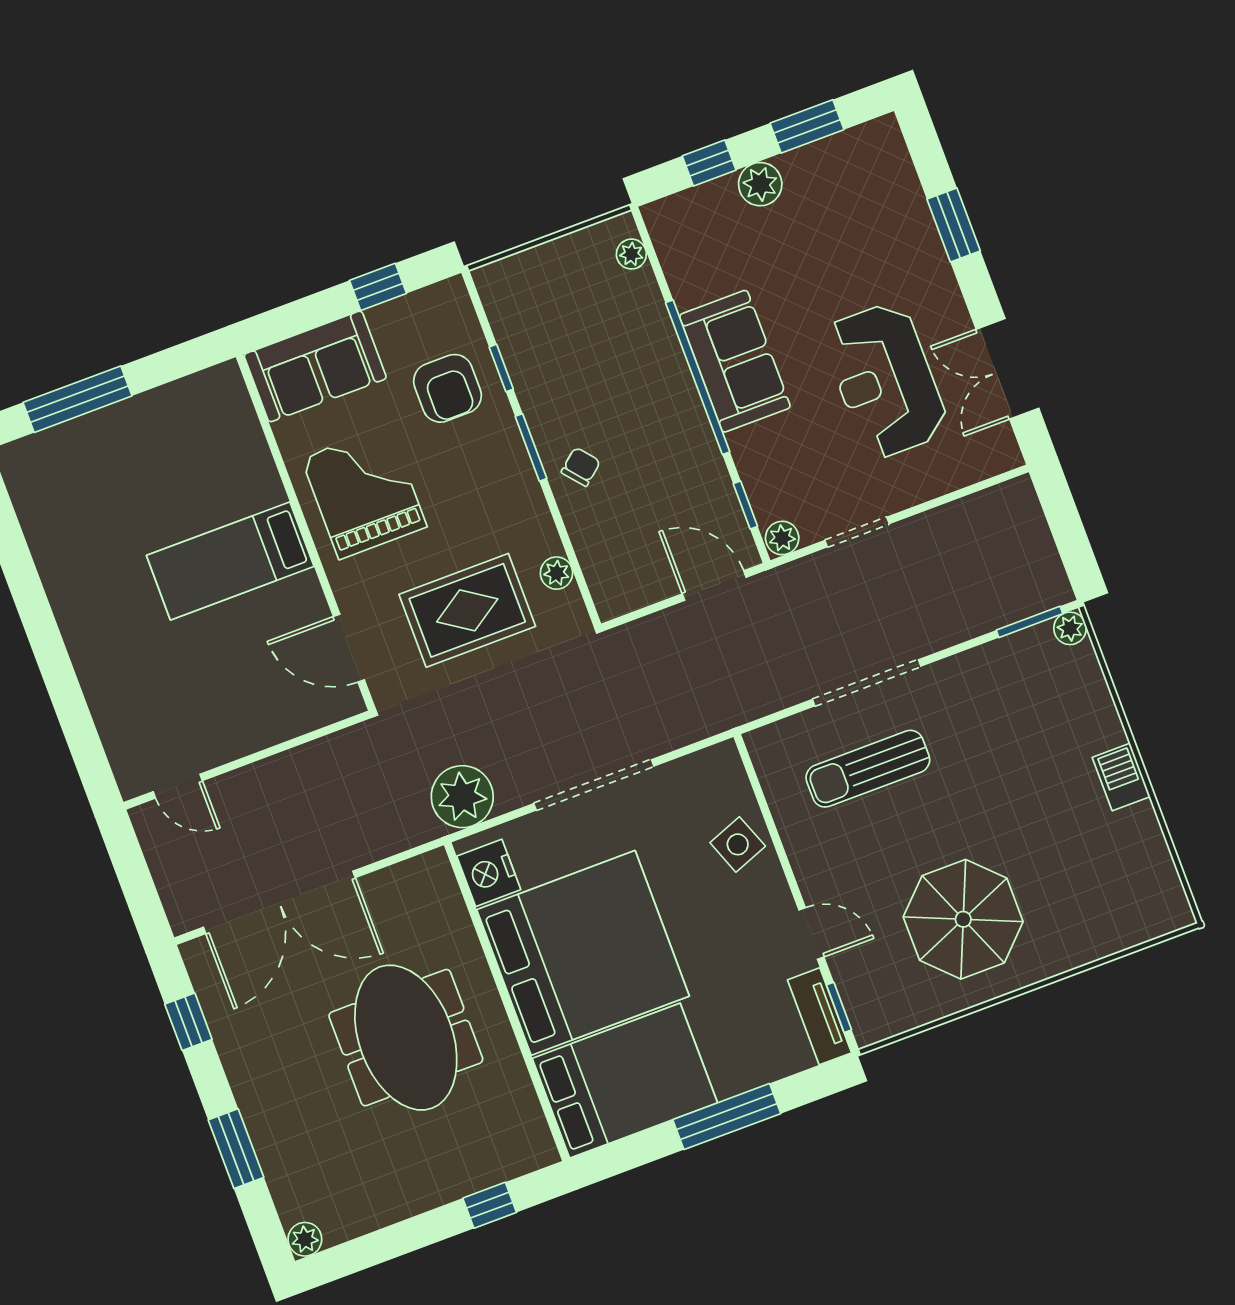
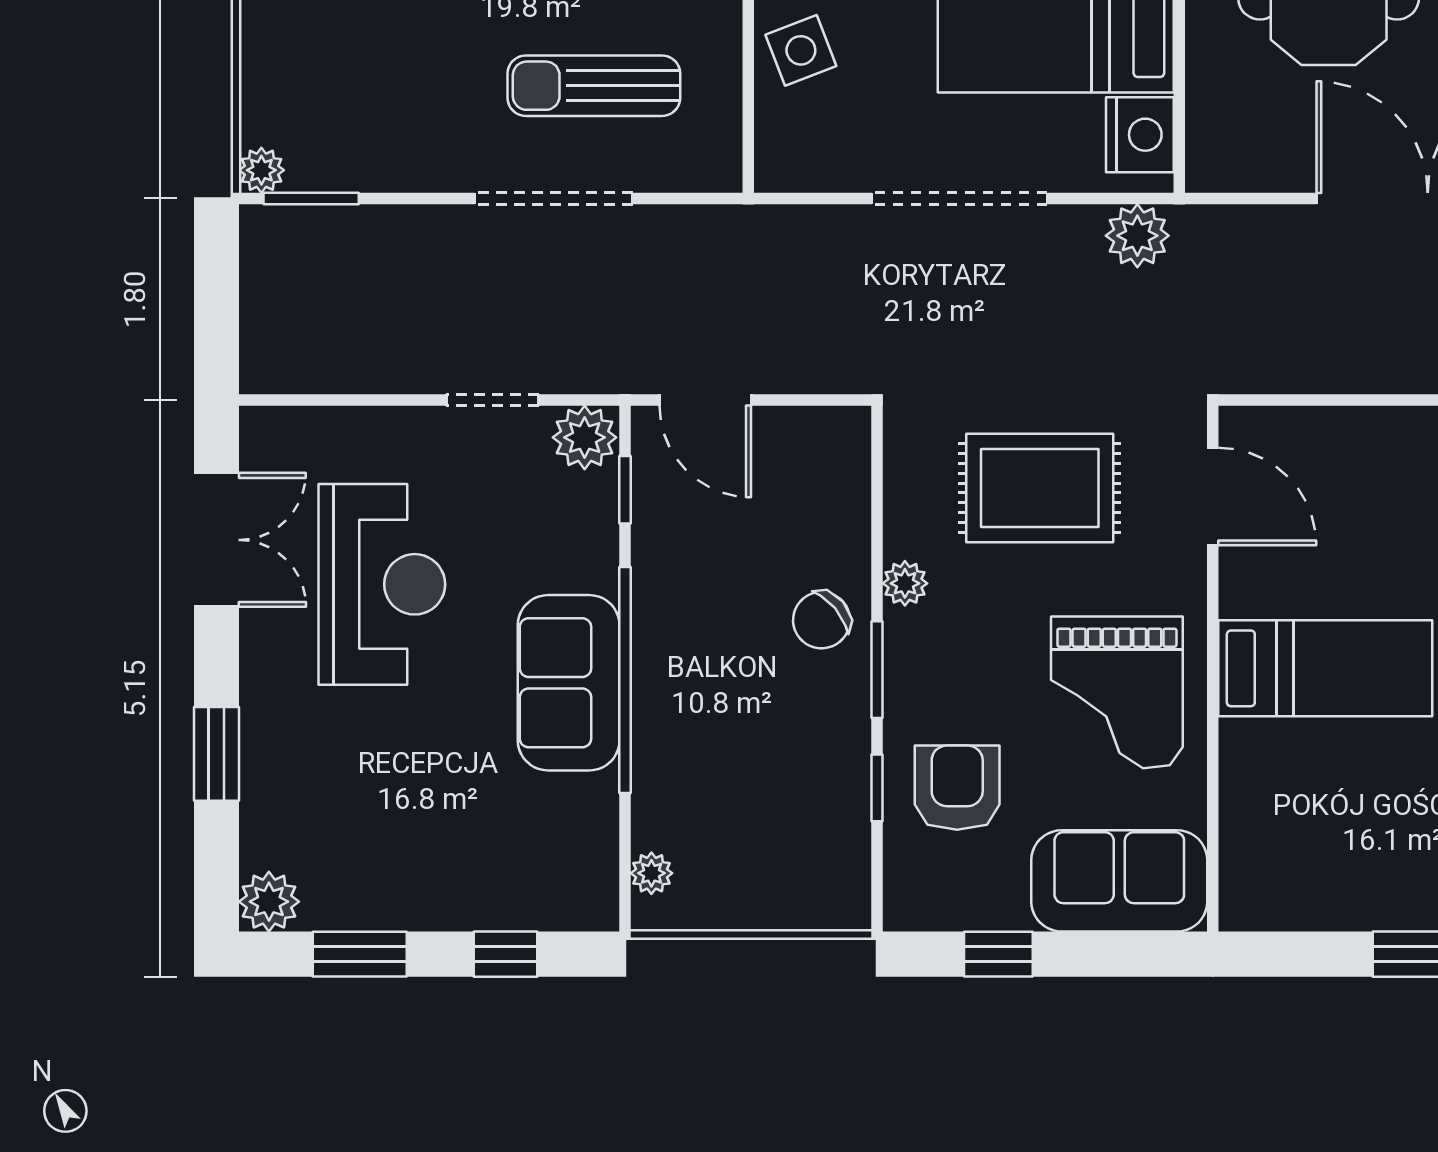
plant: (760, 184) -> (269, 902), moved
chair: (581, 467) -> (821, 620), width x1.37, depth x1.37
plant: (782, 538) -> (585, 437), width x1.38, depth x1.38
plant: (557, 573) -> (905, 583), moved
sun lounger: (868, 769) -> (594, 86), turned 180
plant: (462, 797) -> (1137, 236), width x0.73, depth x0.73

